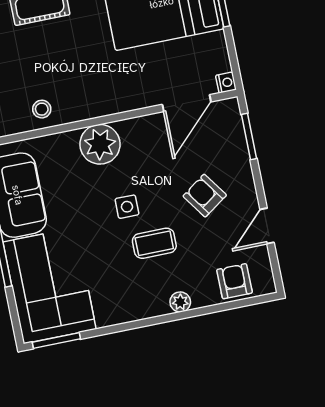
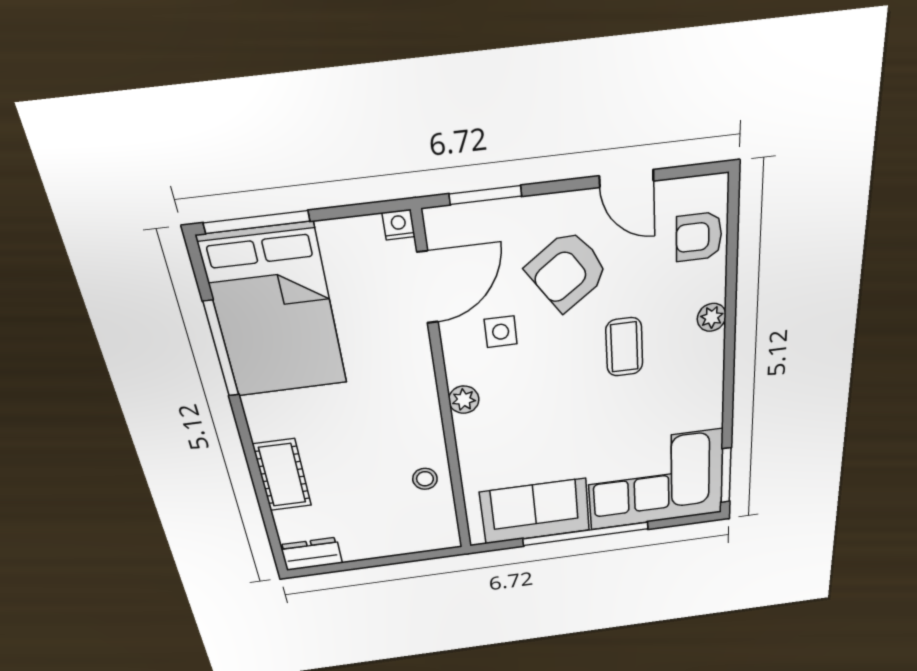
door: (187, 103) -> (428, 287), hinge flipped
plant: (100, 144) -> (464, 400), width x0.53, depth x0.53
armchair: (205, 196) -> (567, 271), width x1.38, depth x1.38
side table: (127, 207) -> (501, 332), moved

